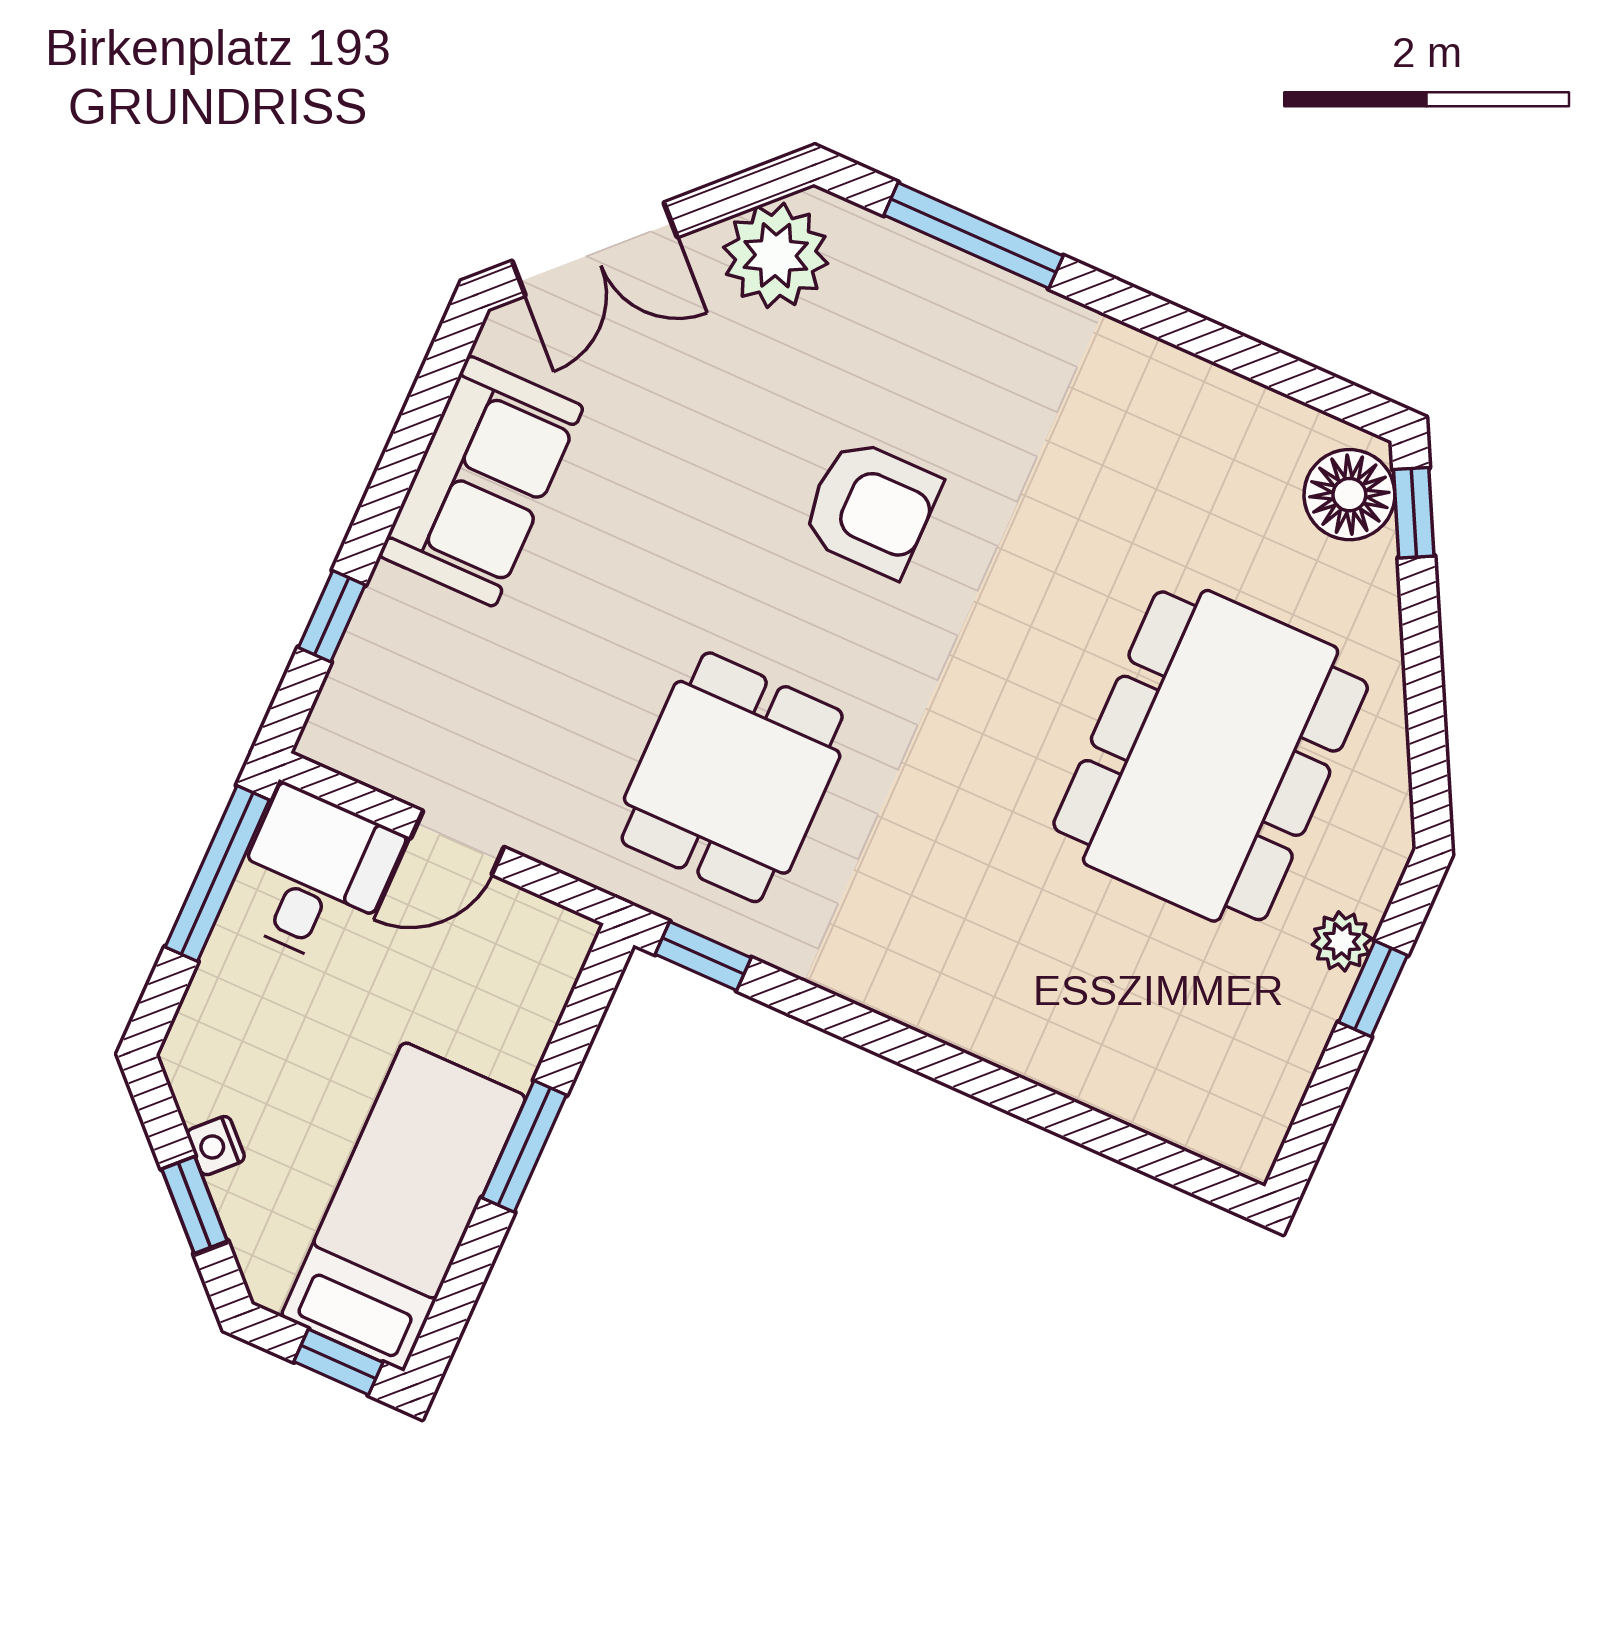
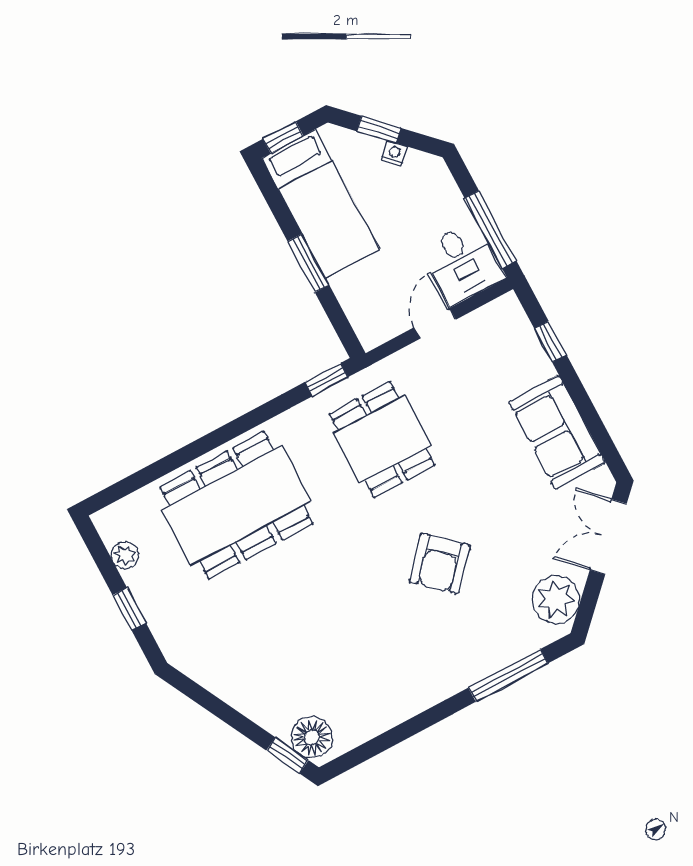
armchair: (871, 508) -> (440, 563), turned -48
dining table: (1211, 756) -> (236, 505), moved, turned 90
plant: (1342, 941) -> (125, 555), moved

